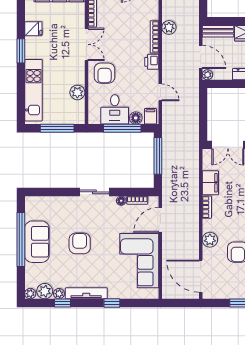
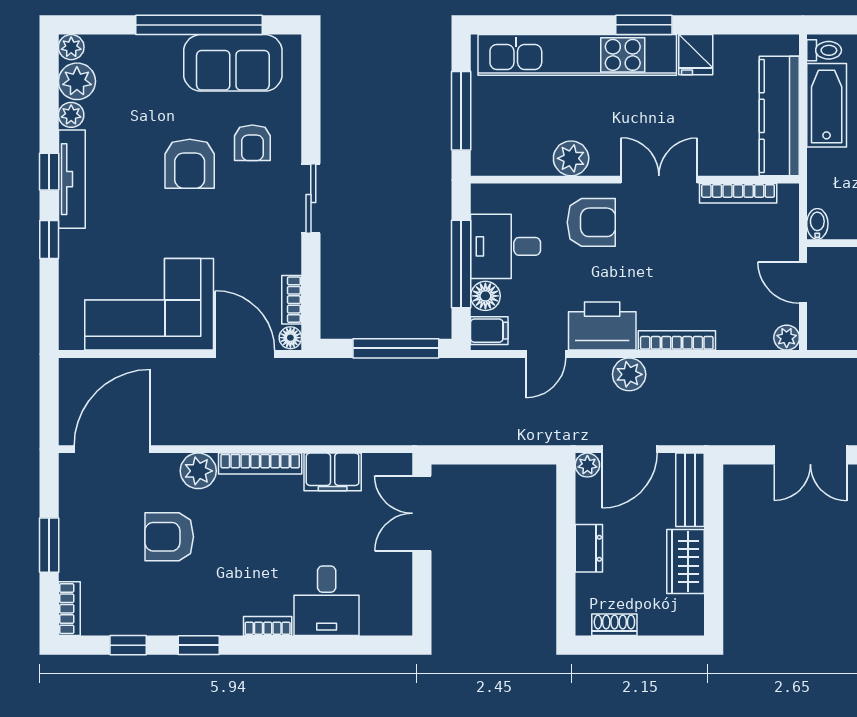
plant: (169, 27) -> (629, 374), moved
double door: (86, 44) -> (659, 180), swing flipped
printer: (152, 62) -> (602, 326), width x1.87, depth x1.48
armchair: (105, 73) -> (591, 222), turned 180
kitchen unit: (34, 90) -> (577, 55), width x1.36
plant: (77, 92) -> (571, 158), moved
floor lamp: (121, 201) -> (290, 338), moved
bookcase: (207, 207) -> (260, 464), width x1.56
armchair: (71, 217) -> (252, 143), added
sofa: (37, 242) -> (233, 63), moved
armchair: (80, 243) -> (190, 164), turned 90
window: (62, 303) -> (49, 172), moved

